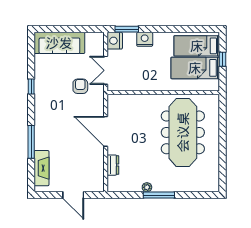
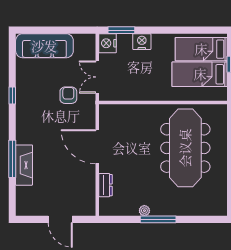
fireplace: (42, 168) -> (24, 165), moved

